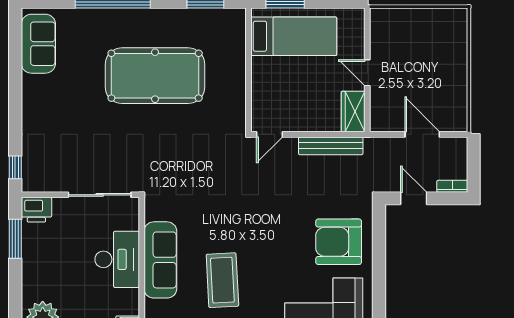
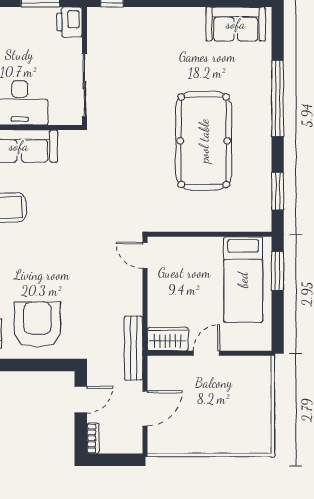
bench: (331, 146) -> (133, 348), moved

